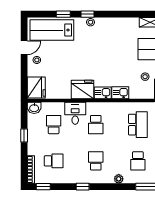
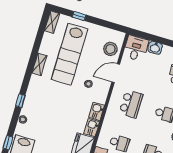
window: (88, 14) -> (20, 101), moved
school desk: (138, 125) -> (131, 104), turned 90

